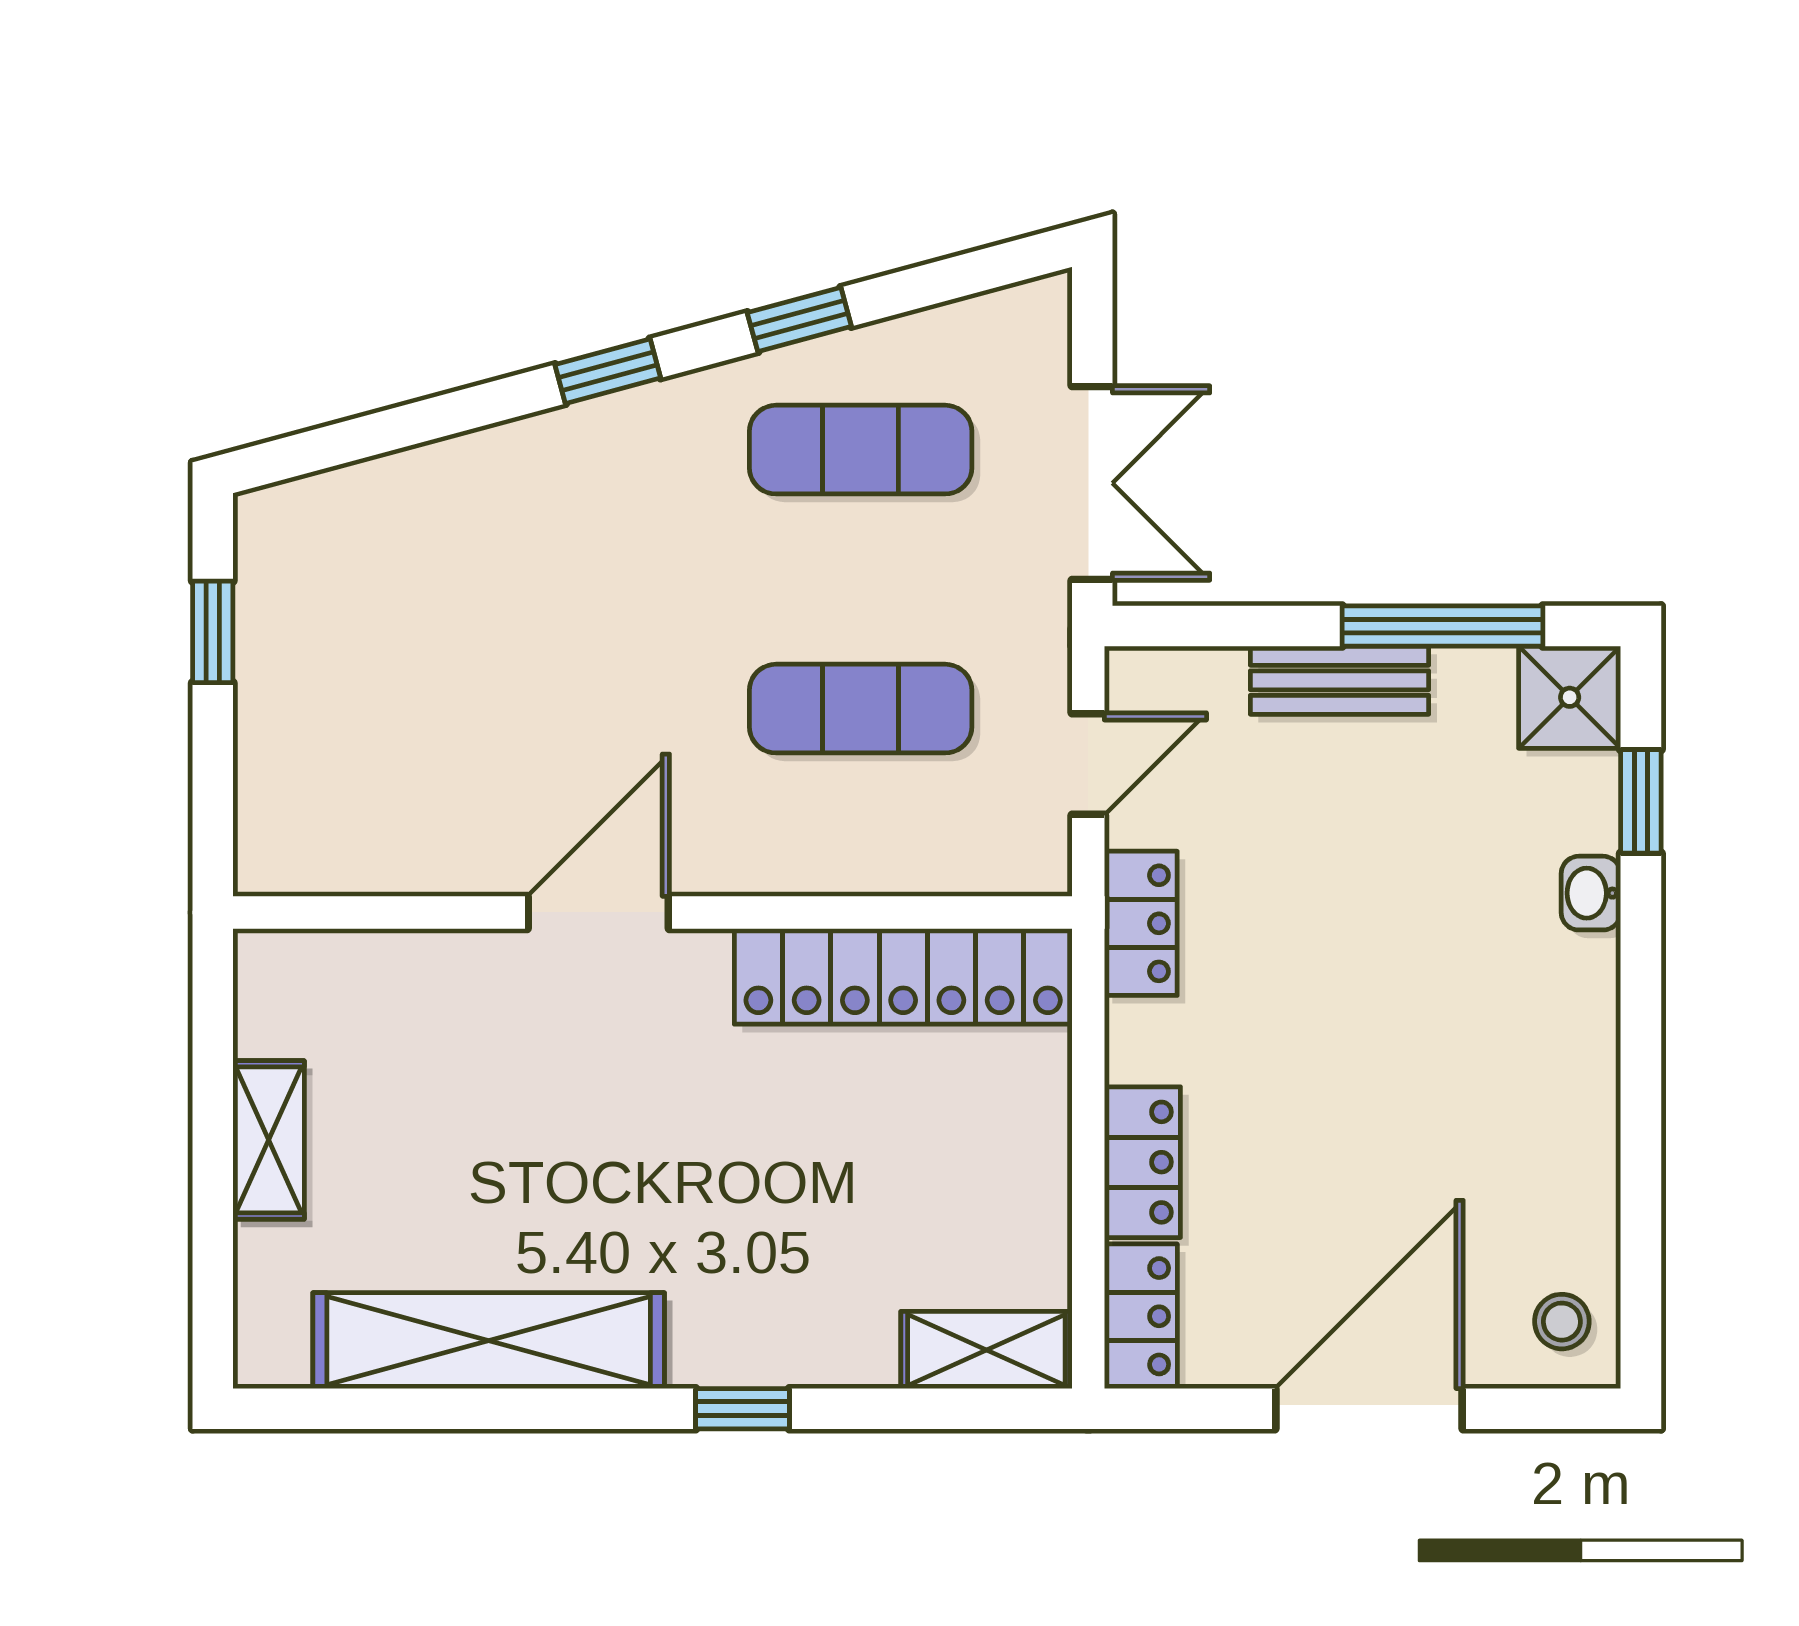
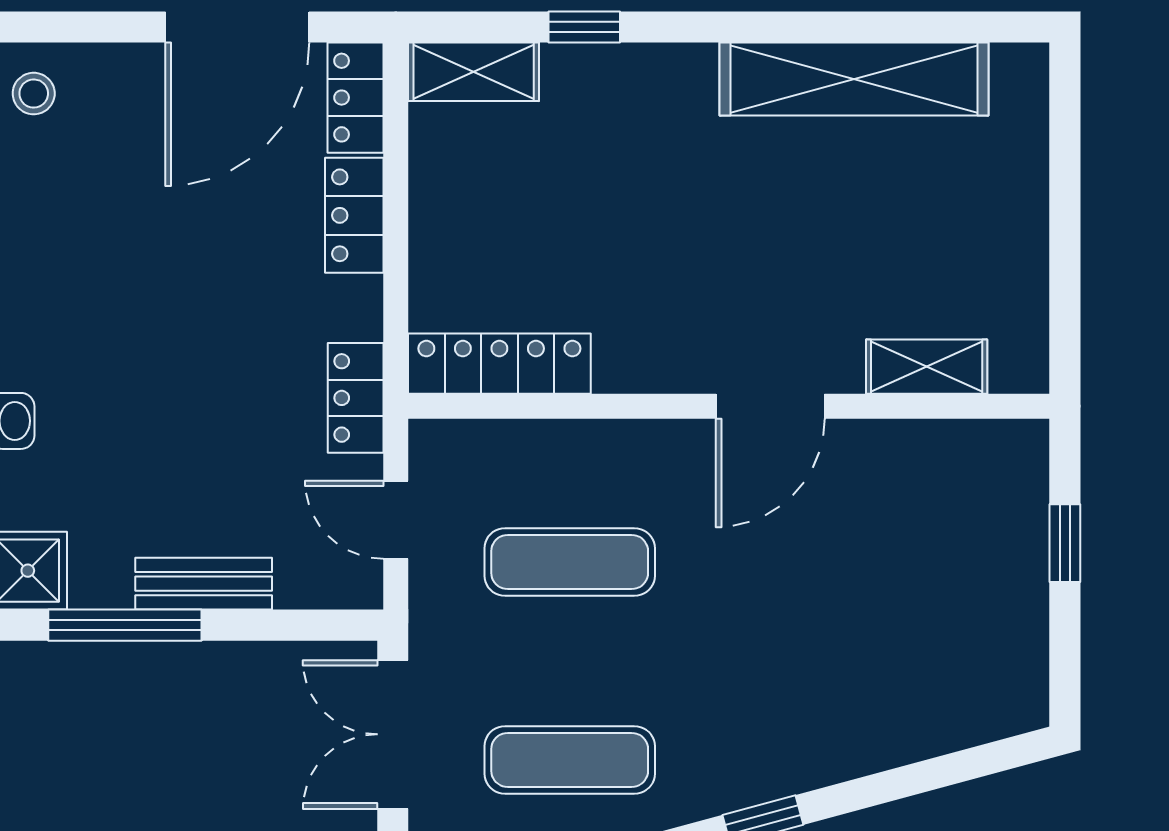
window: (213, 632) -> (1065, 543), moved
door: (1088, 764) -> (396, 520), hinge flipped
locker: (903, 976) -> (499, 364), width x0.71, depth x0.83
shelving: (269, 1140) -> (927, 367), moved, turned 90
window: (743, 1409) -> (584, 27), moved
door: (1369, 1409) -> (237, 27), moved

